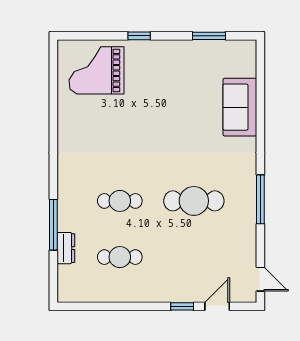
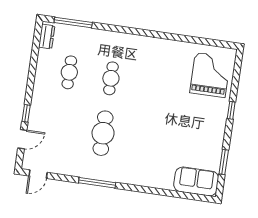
sofa: (240, 107) -> (196, 181), moved
window: (53, 225) -> (73, 23), moved
dresser: (66, 248) -> (47, 37), moved, turned -90
door: (217, 306) -> (22, 139), hinge flipped

